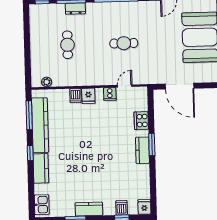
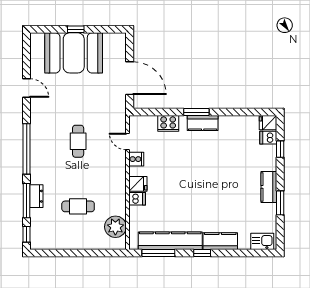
plant: (47, 82) -> (115, 227), width x1.88, depth x1.88
door: (179, 86) -> (130, 78), hinge flipped
dishwasher: (122, 208) -> (268, 138), moved

